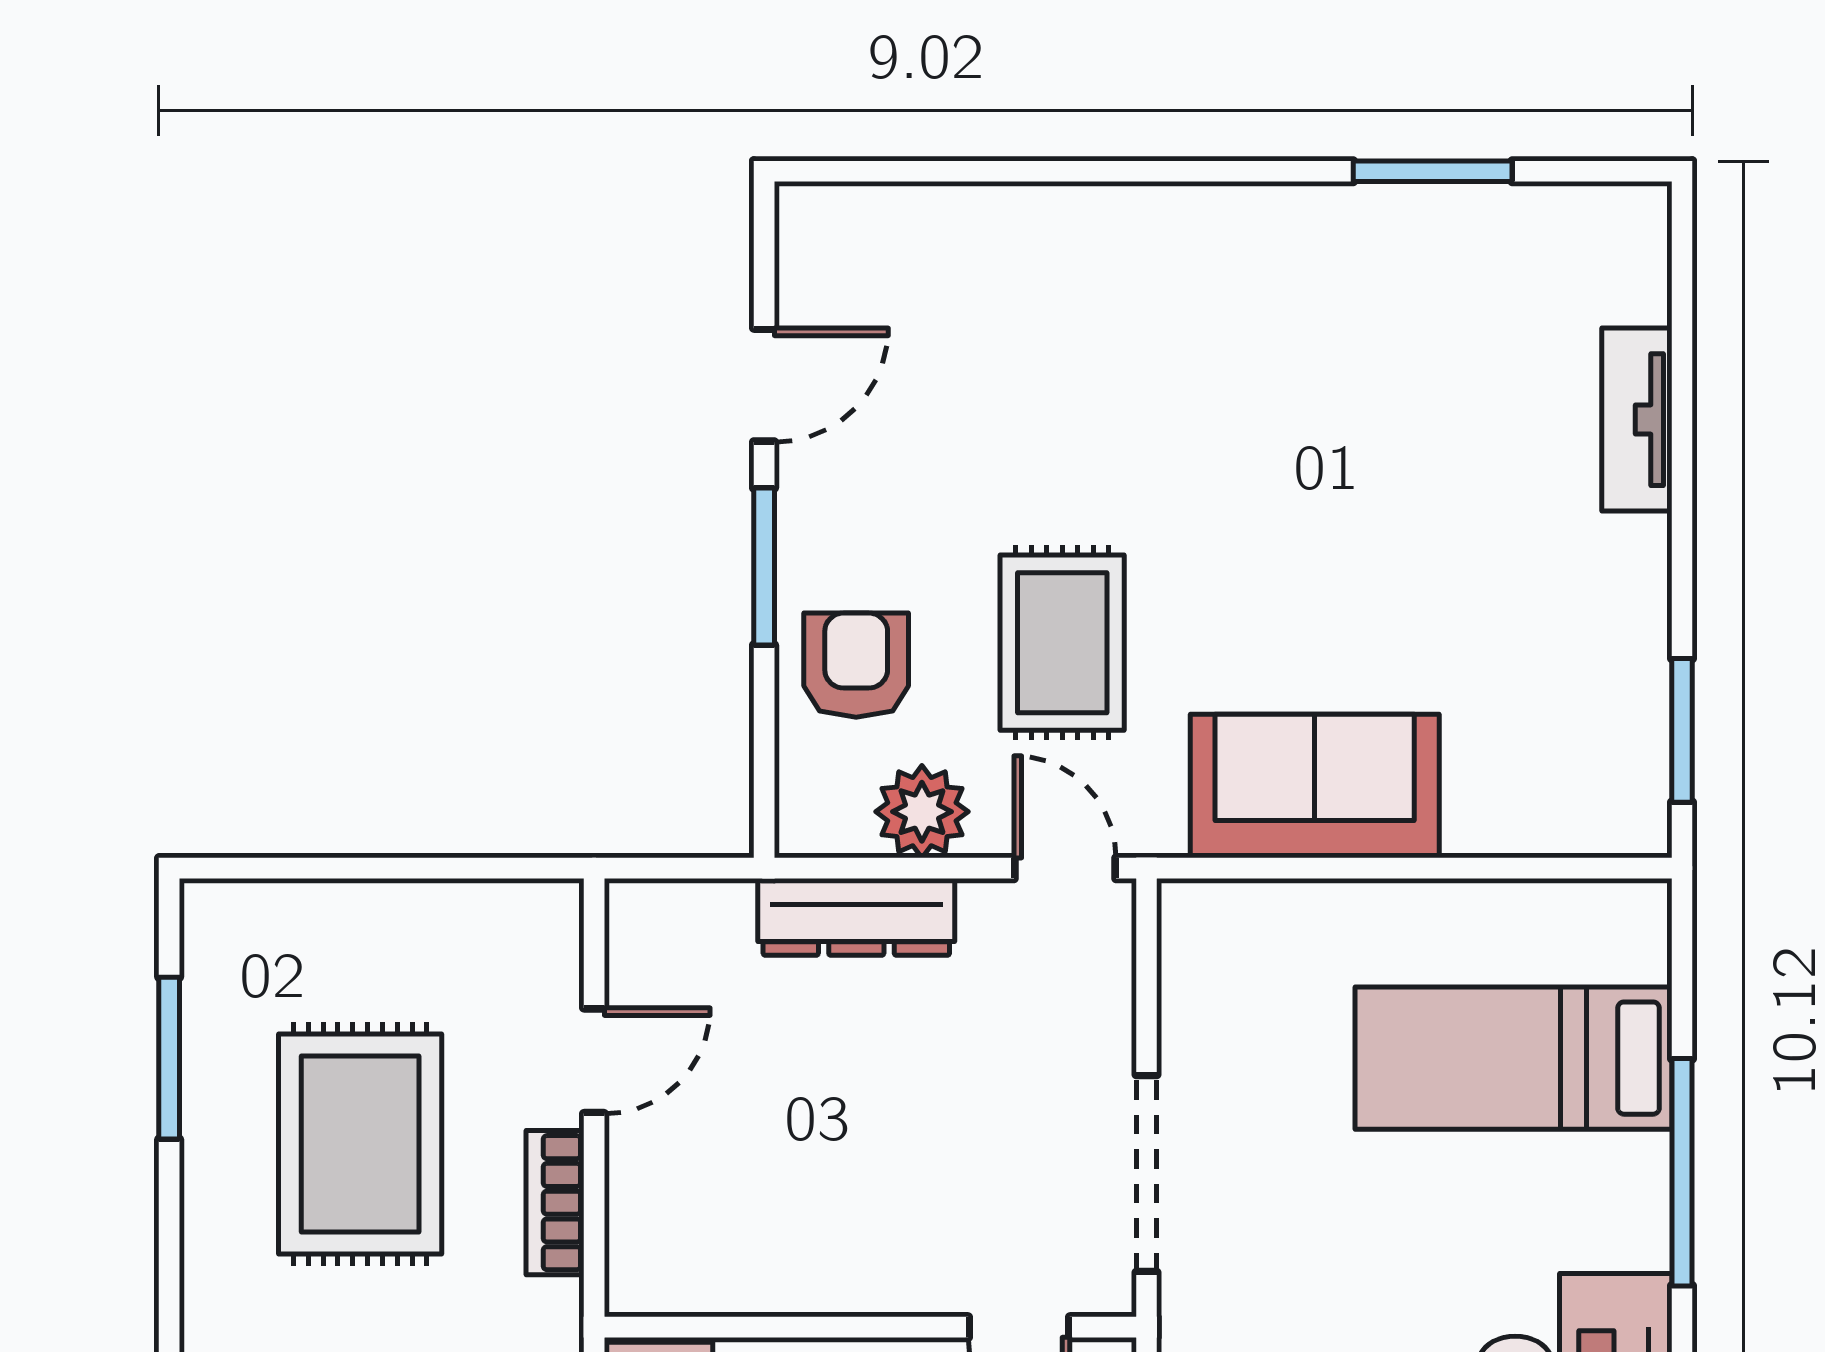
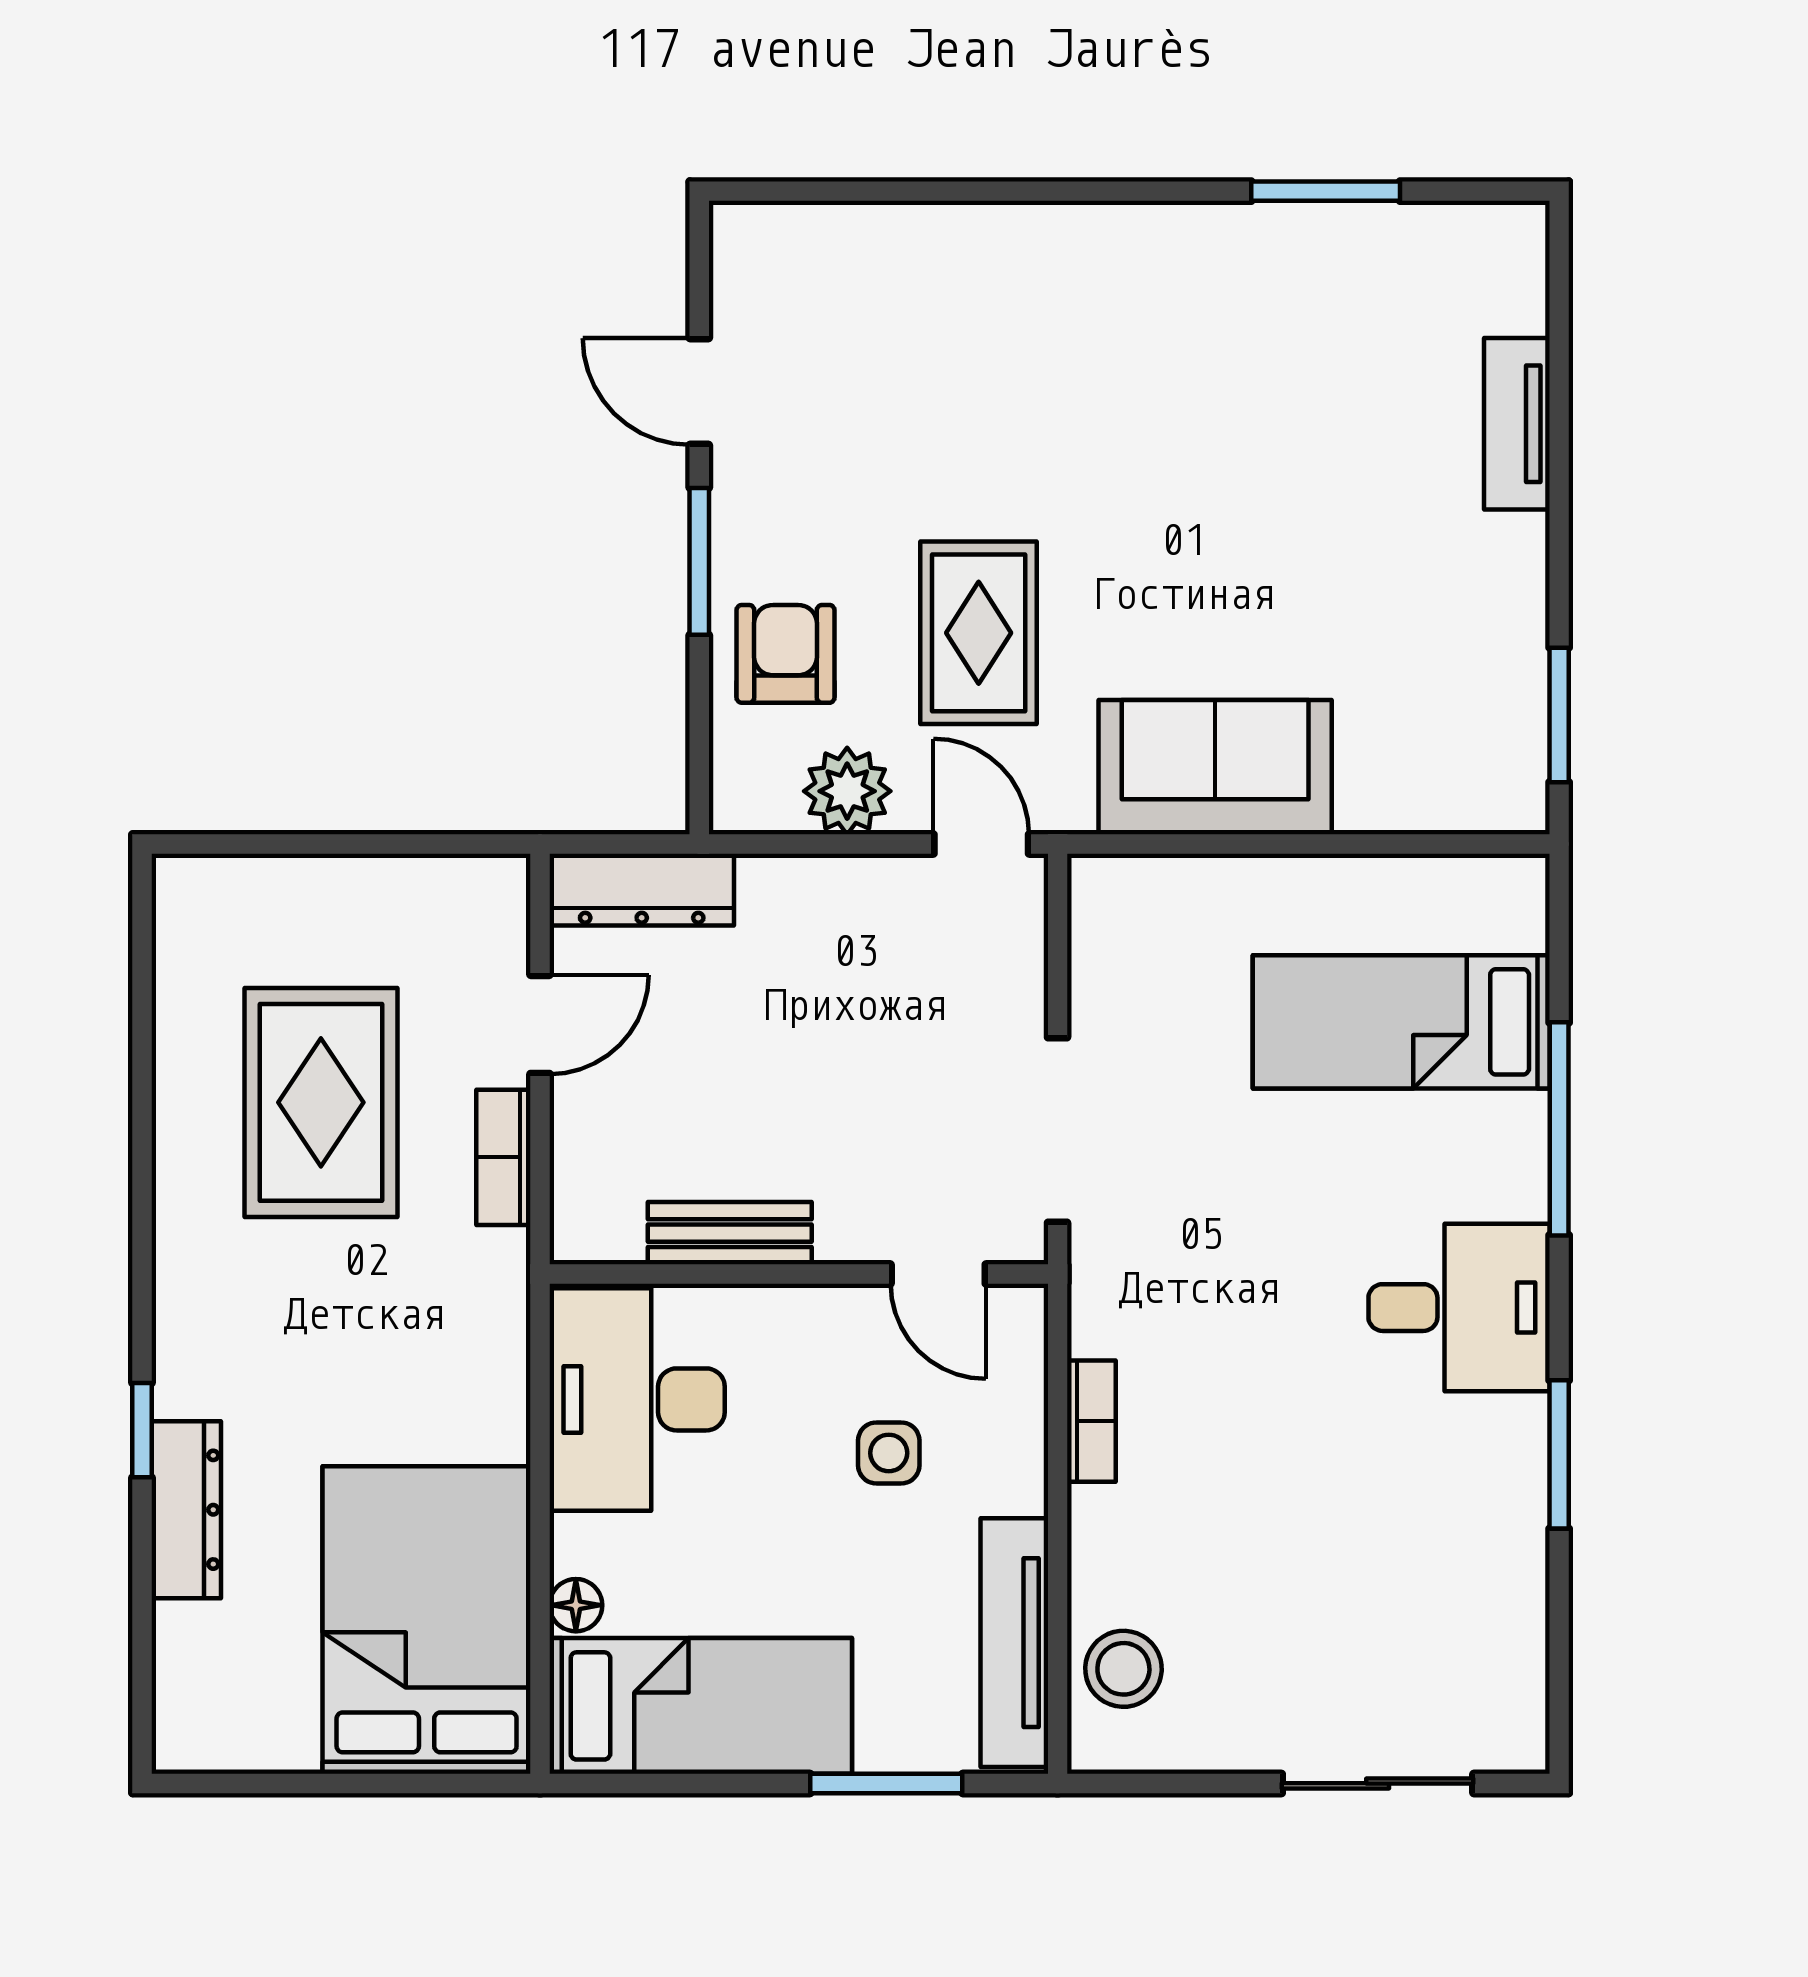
door: (764, 385) -> (699, 391), swing flipped
dresser: (856, 917) -> (642, 890), moved
window: (169, 1058) -> (142, 1022), removed
bench: (797, 1284) -> (730, 1233), added

